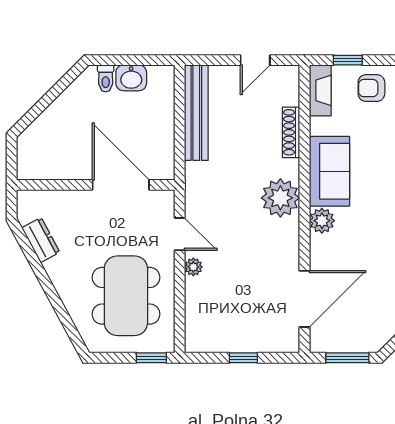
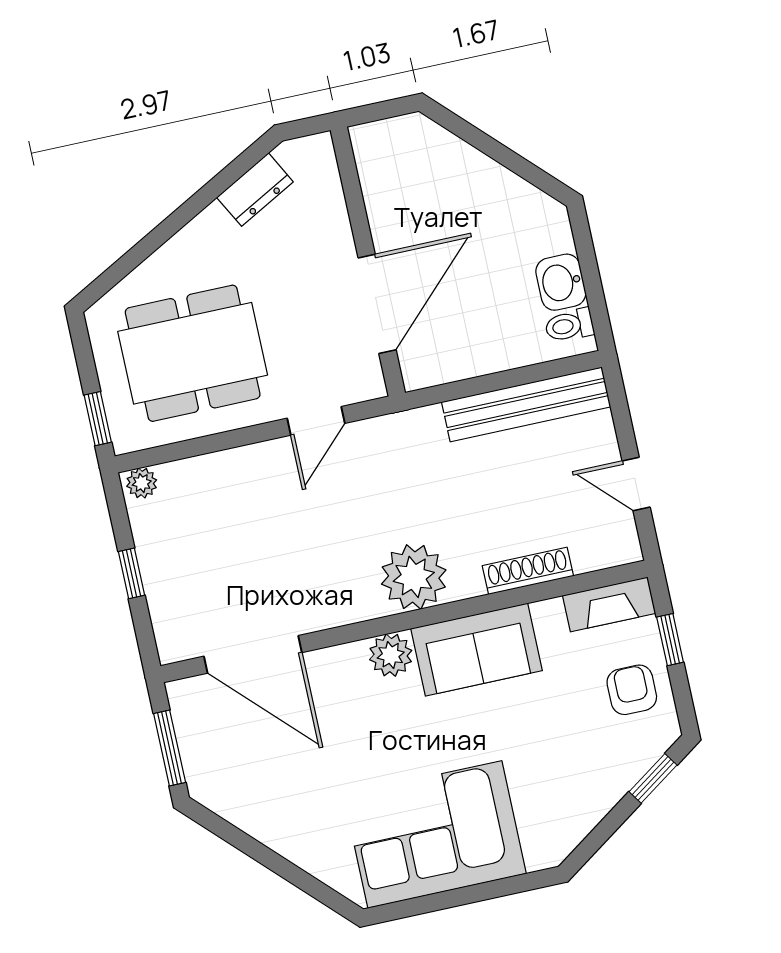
toilet: (106, 78) -> (569, 325), moved
plant: (193, 267) -> (142, 483), moved

